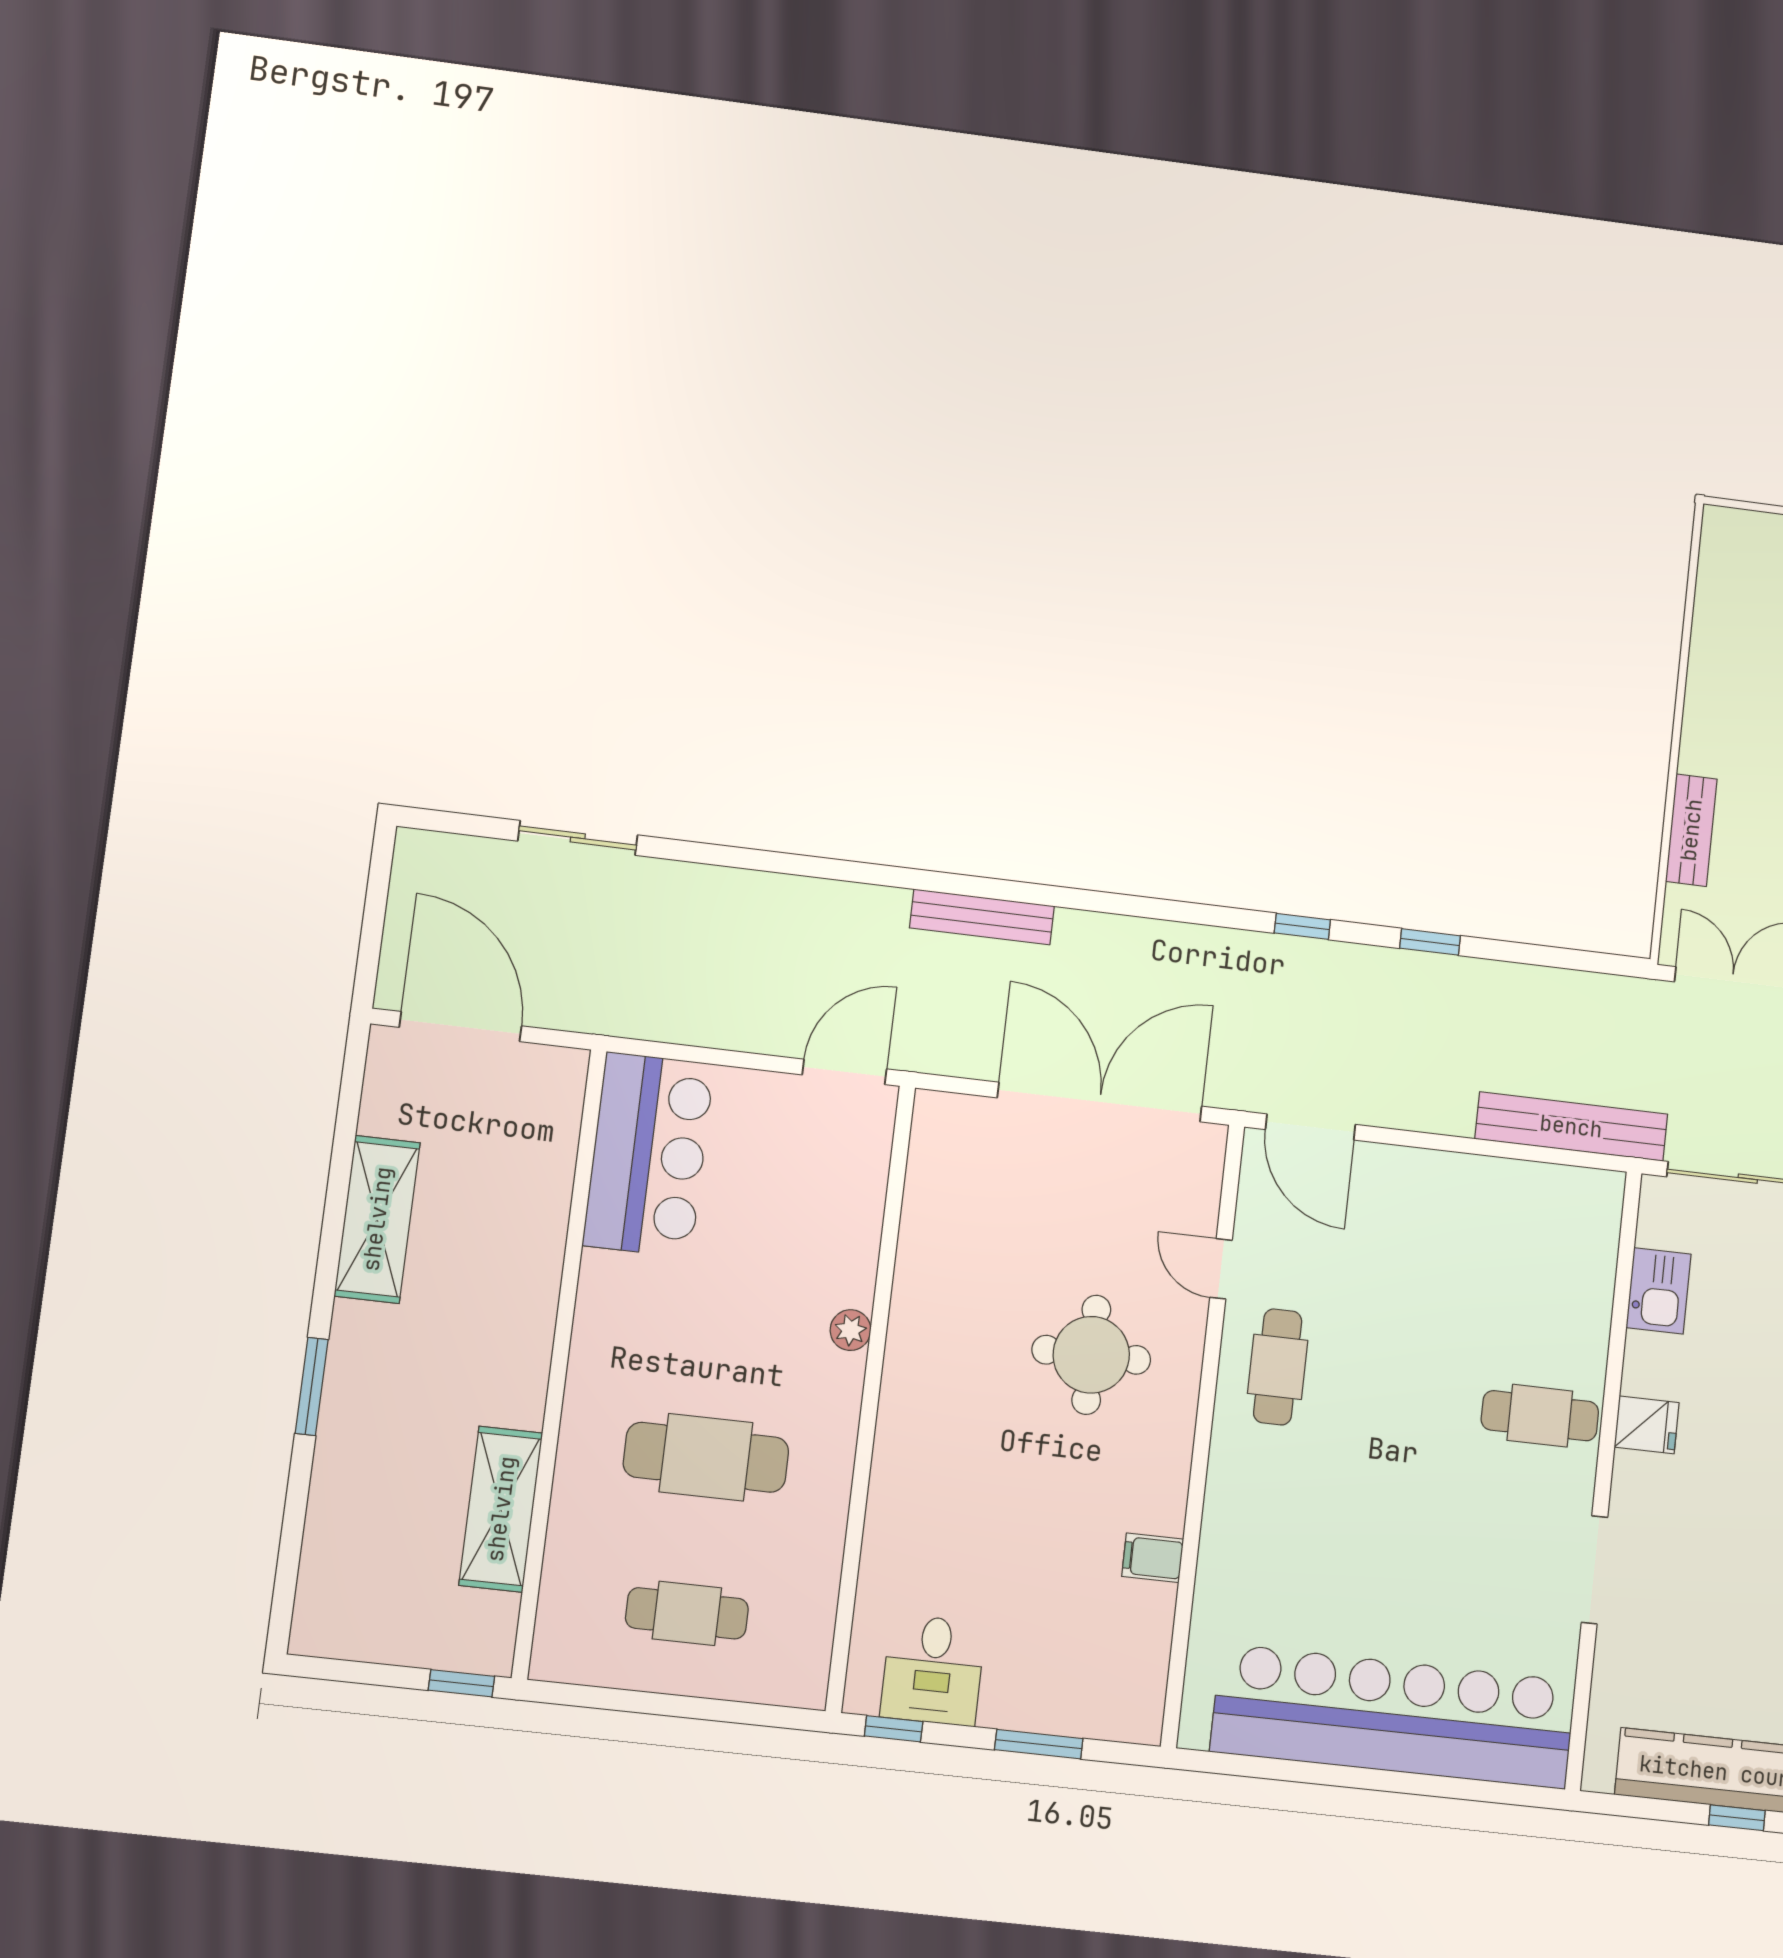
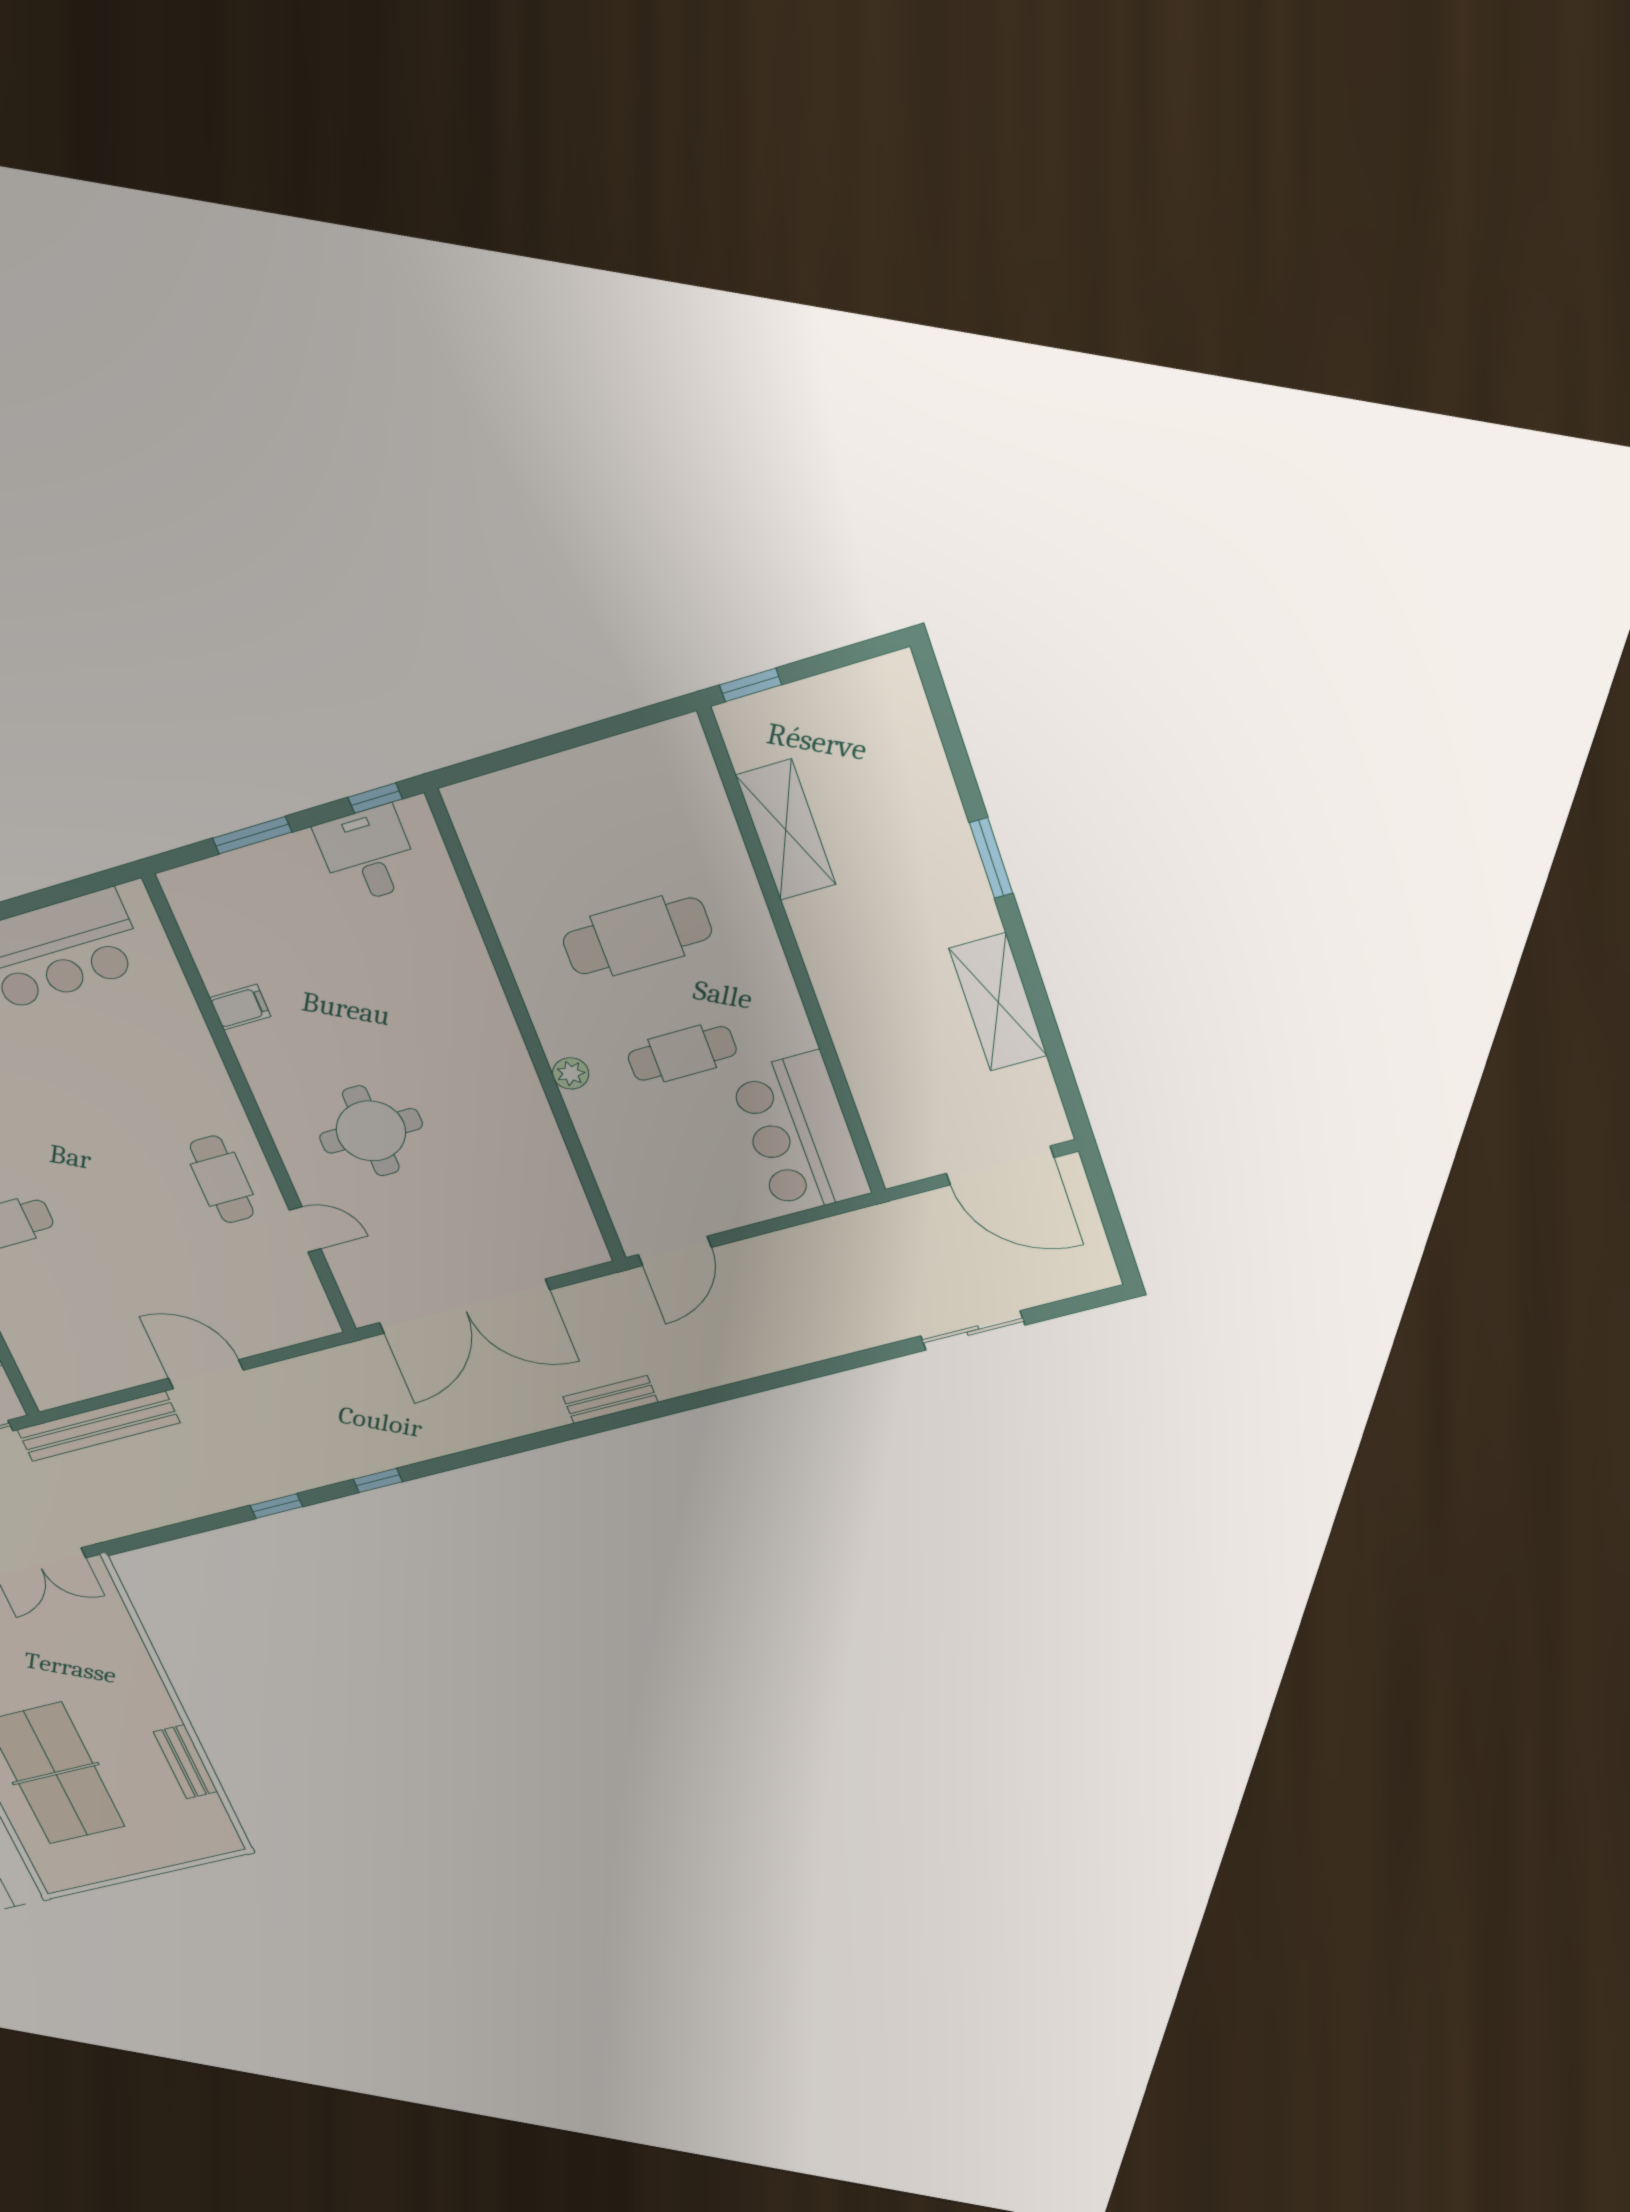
bench: (1691, 830) -> (185, 1762), moved
bench: (982, 917) -> (610, 1399), width x0.73
door: (1310, 1127) -> (206, 1374), moved
cafe table: (687, 1613) -> (682, 1054), moved

